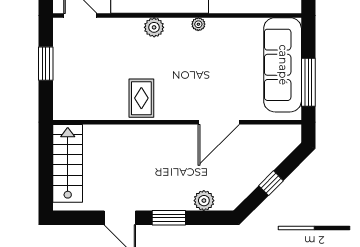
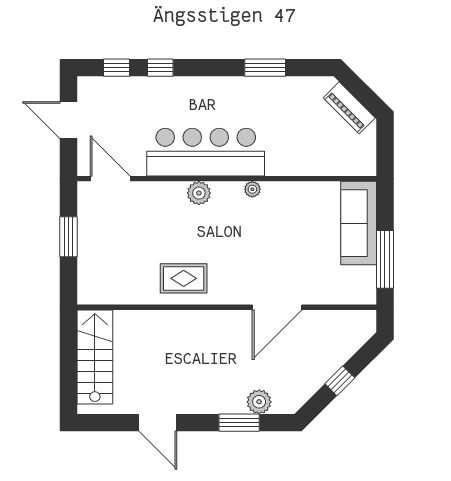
sofa: (283, 65) -> (359, 223), width x0.74, depth x0.79
rug: (141, 98) -> (184, 278), turned 90
window: (169, 218) -> (239, 423), moved

